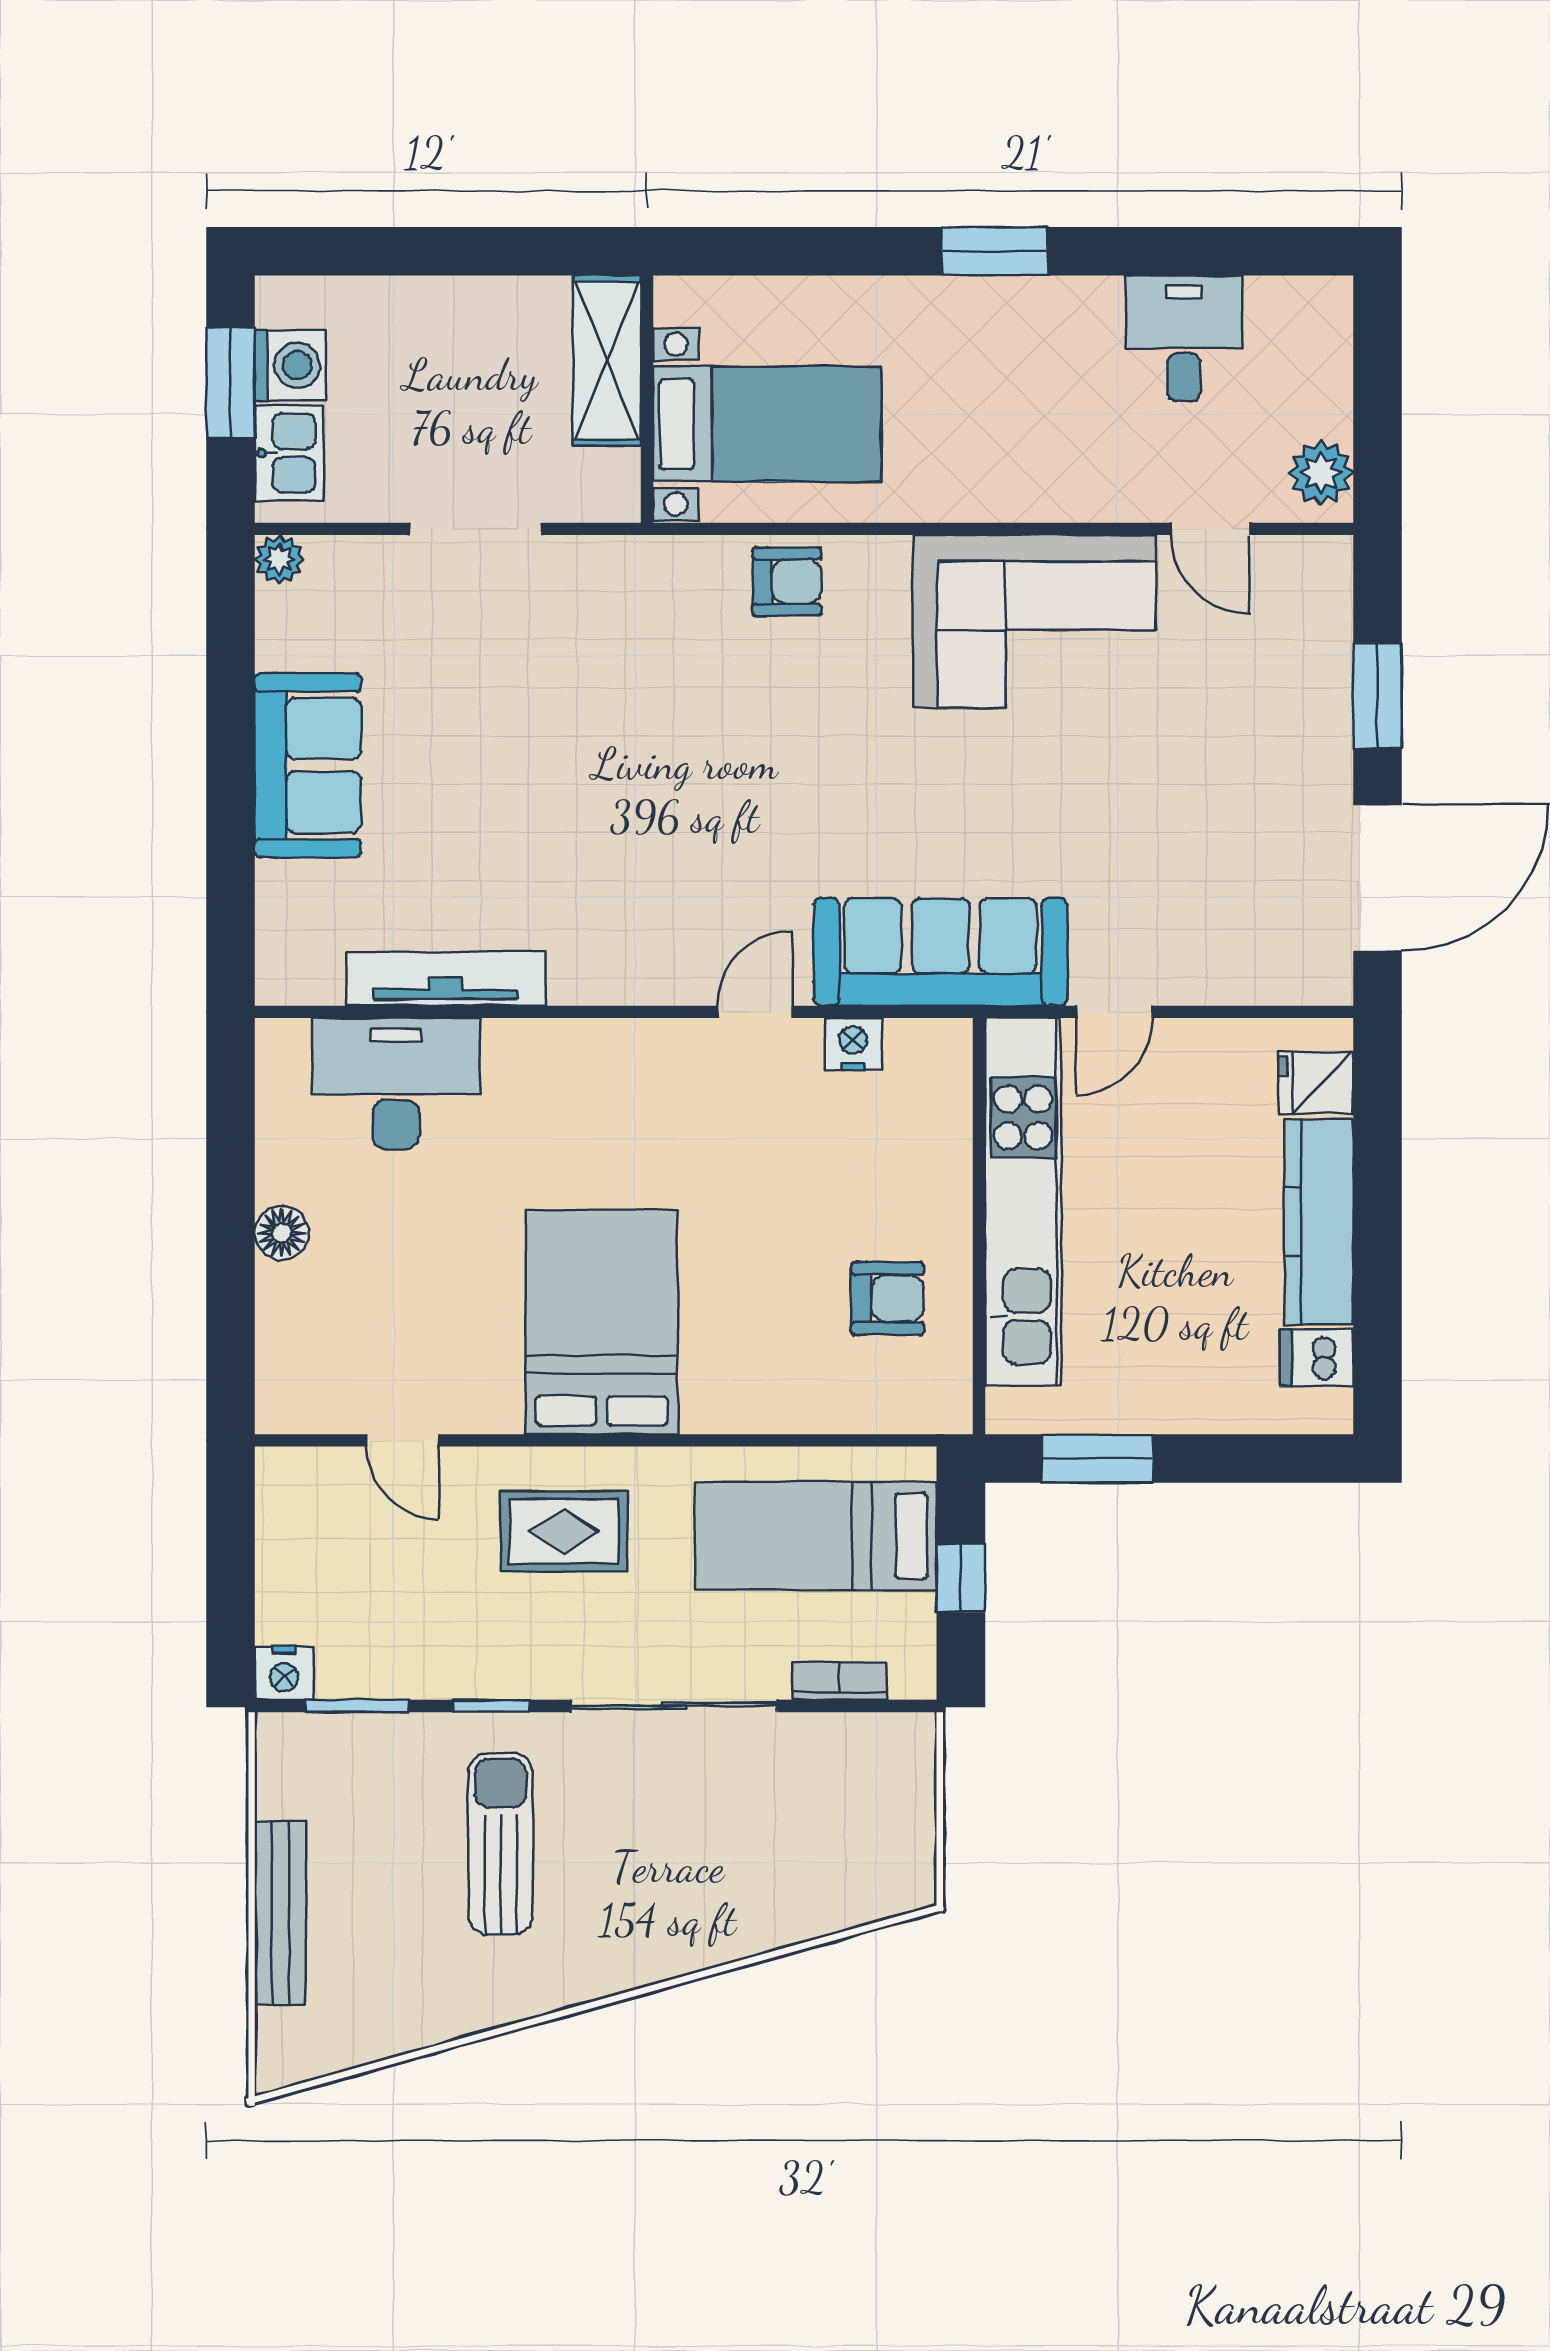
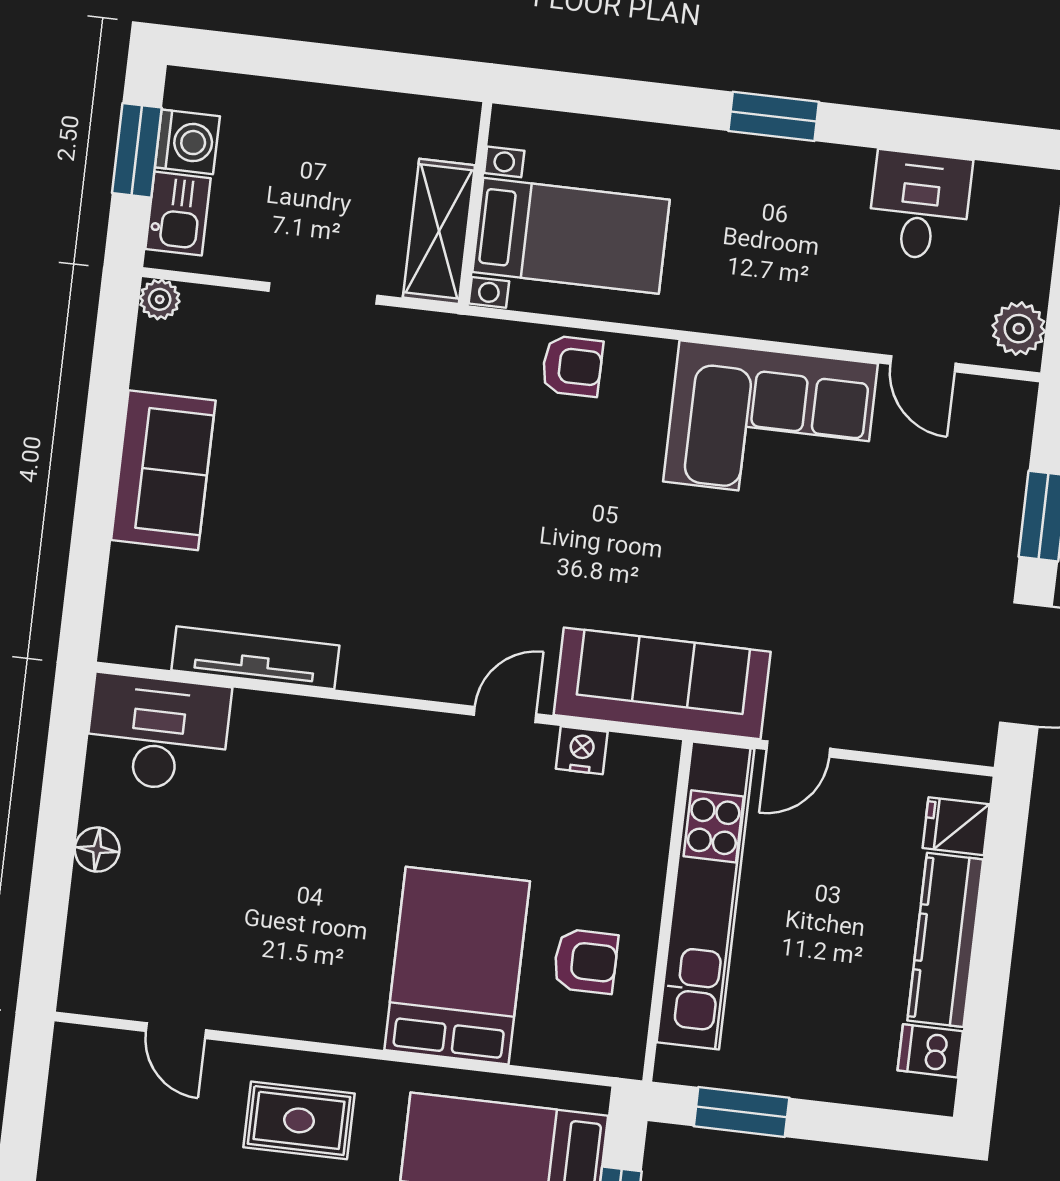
shelving: (607, 361) -> (439, 231), moved
desk: (396, 1084) -> (158, 733), moved
bed: (602, 1322) -> (457, 966), moved

